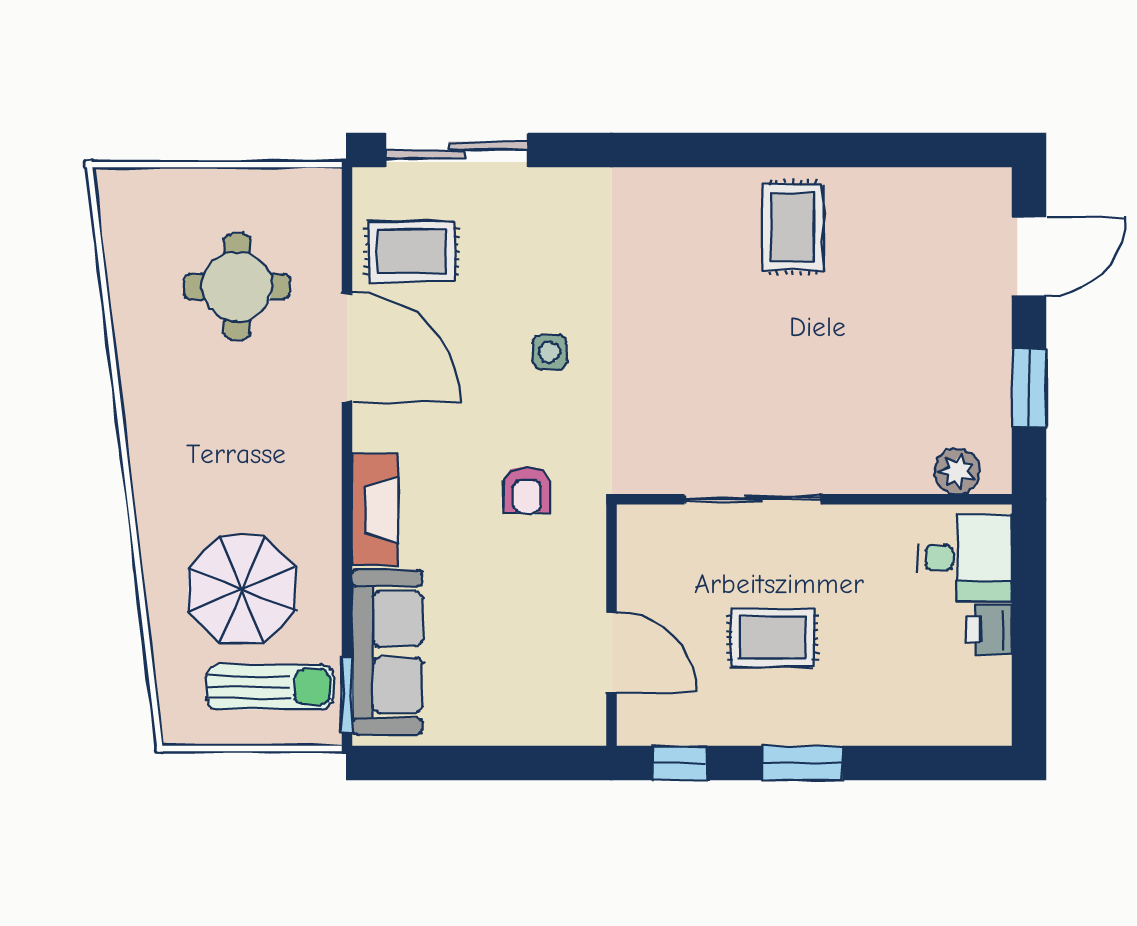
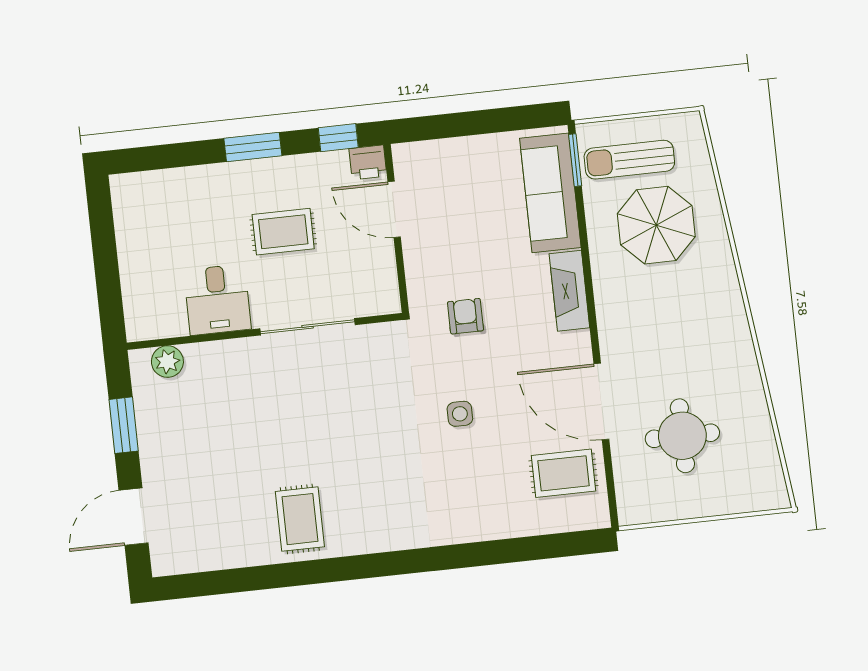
sliding door: (457, 150) -> (540, 547), removed
desk: (965, 558) -> (217, 300), moved, turned -90
printer: (989, 630) -> (368, 162), moved, turned 90

